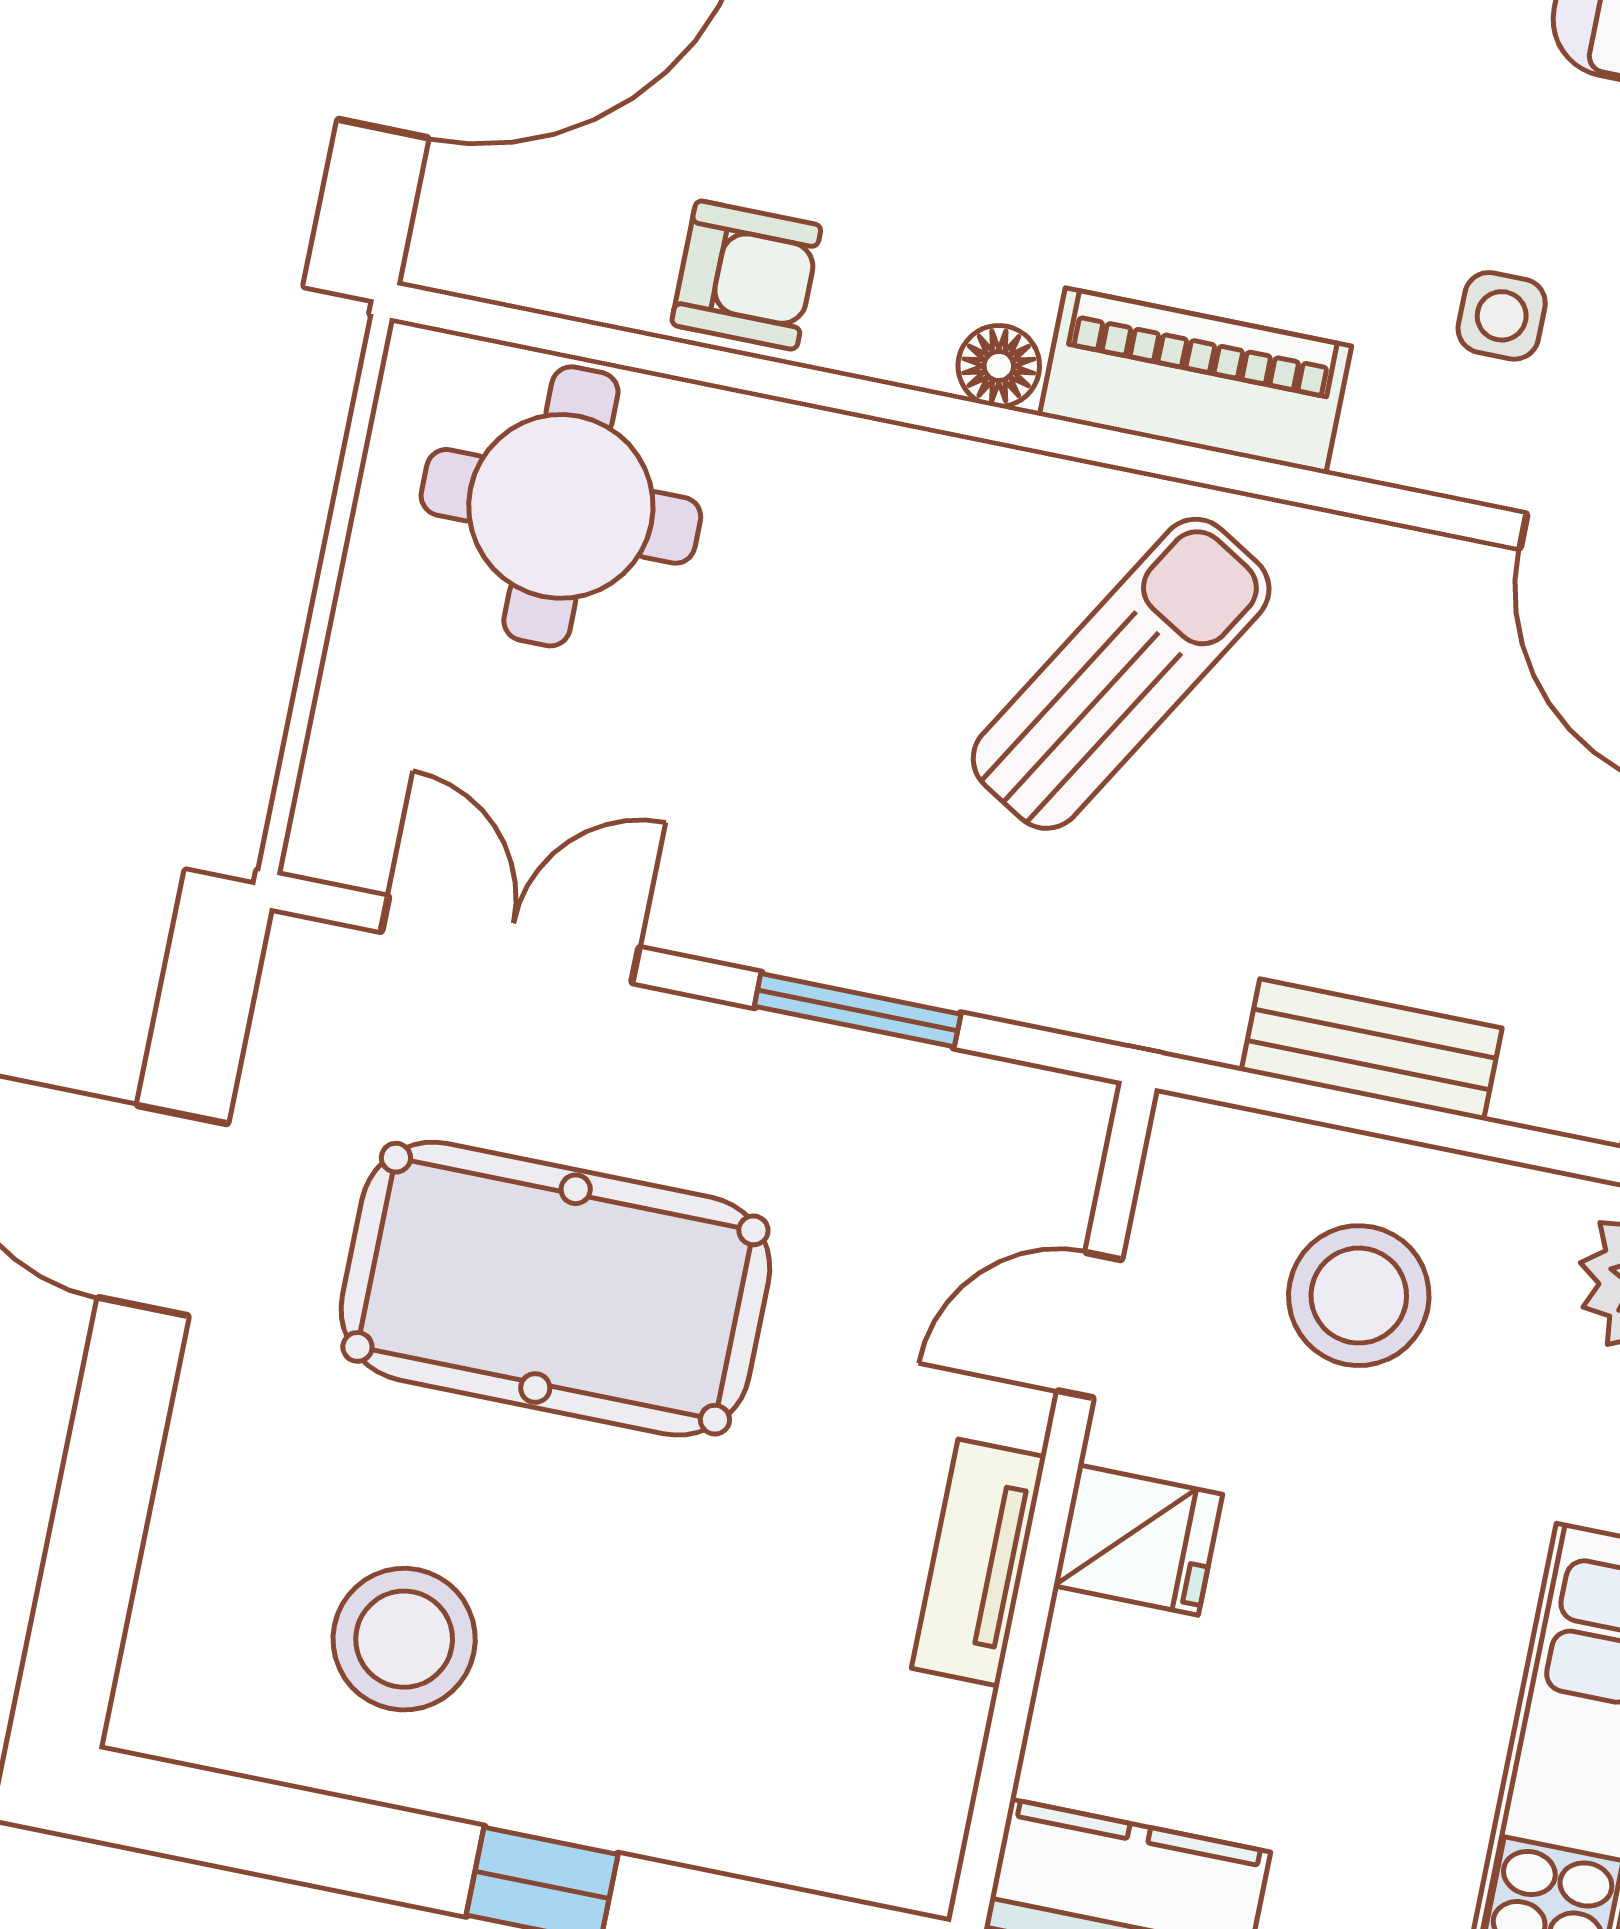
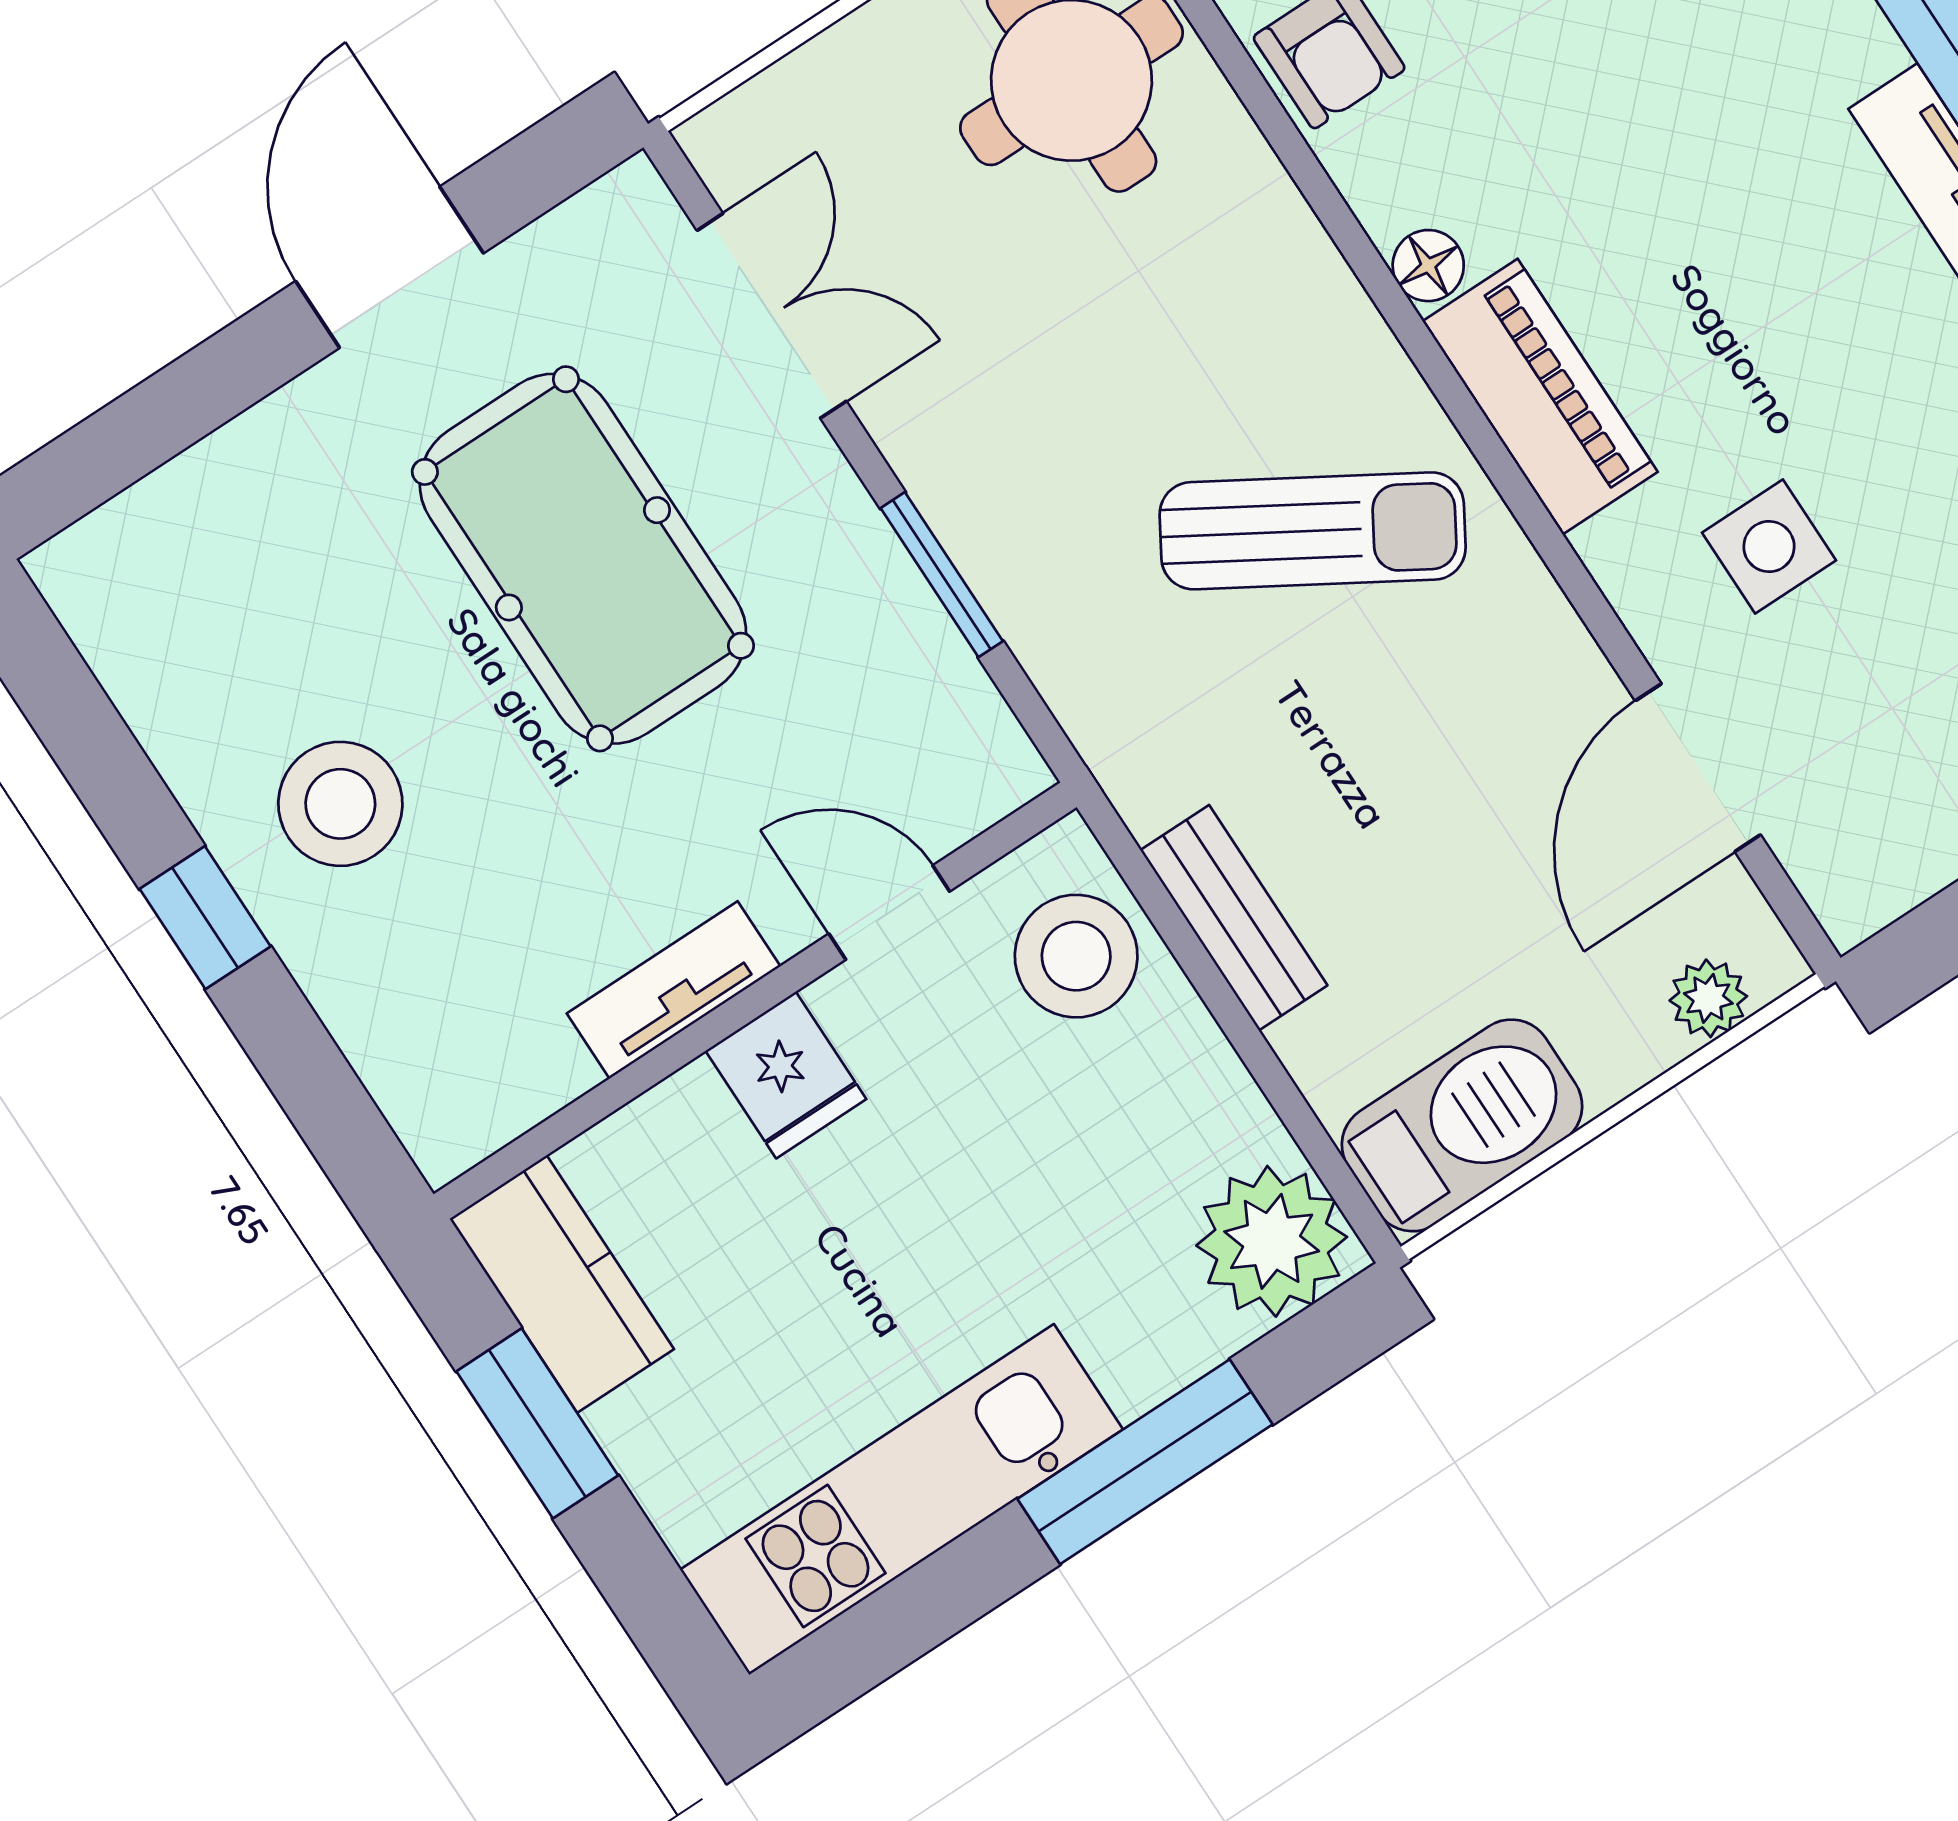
side table: (1502, 316) -> (1769, 547), width x1.37, depth x1.37
stool: (1359, 1296) -> (1076, 956), moved
stool: (404, 1639) -> (340, 804), moved

